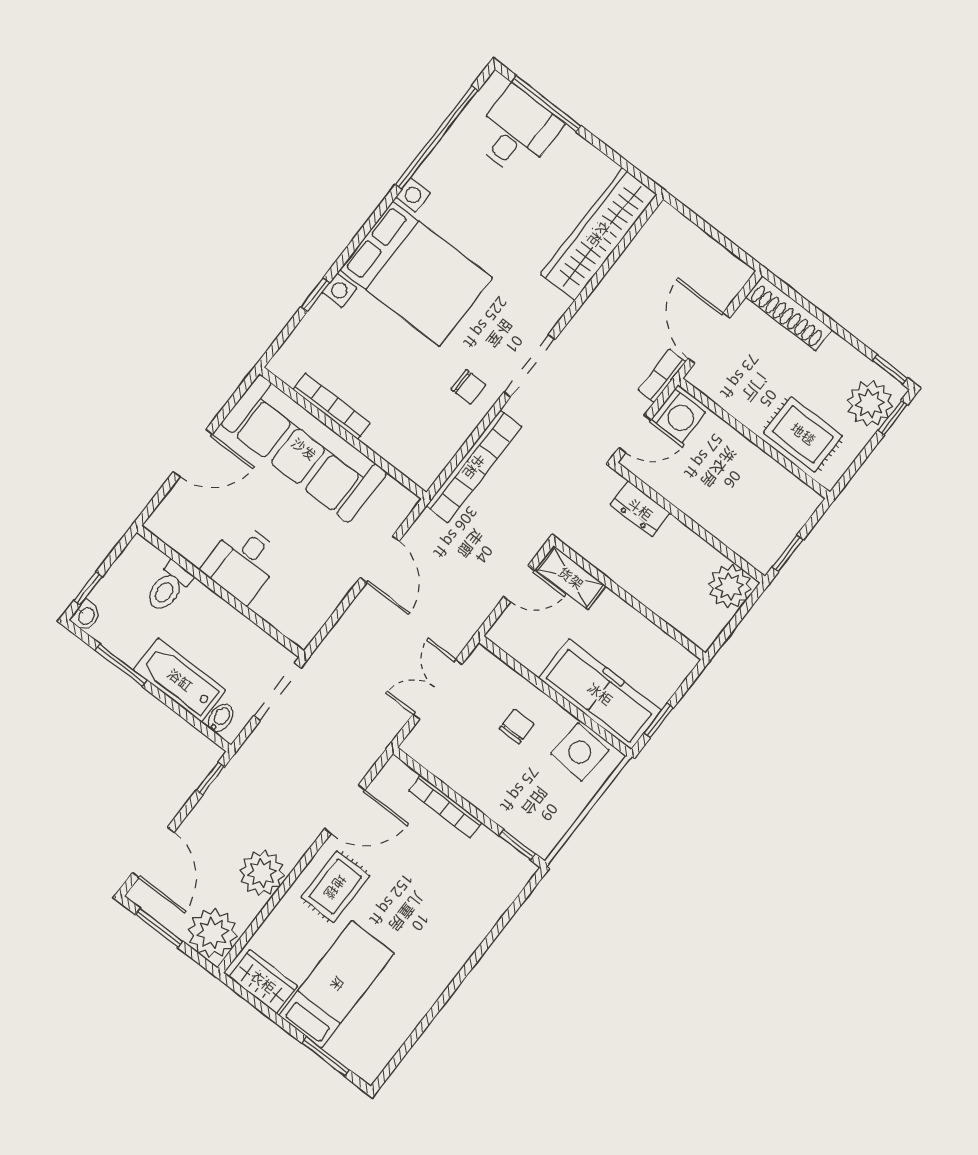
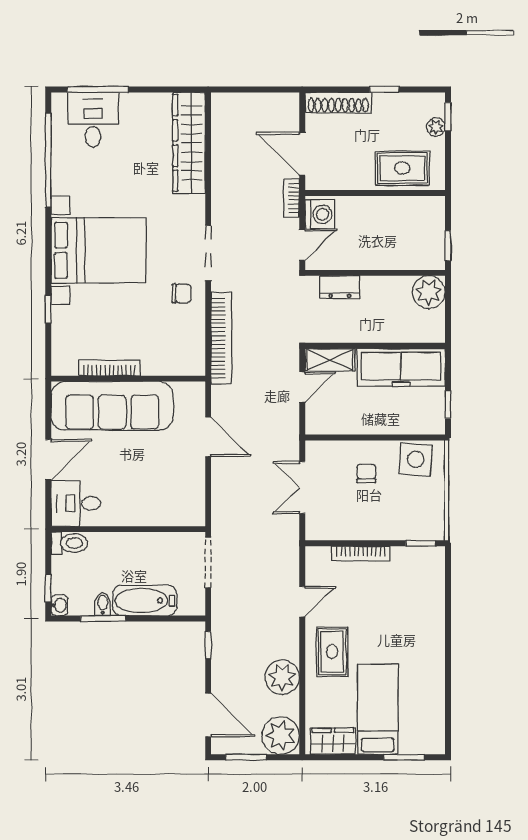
window: (890, 369) -> (384, 89), moved
plant: (870, 403) -> (436, 127), width x0.53, depth x0.53
desk: (242, 562) -> (76, 503), moved, turned 90
toilet: (168, 587) -> (69, 543), moved, turned -90
freezer: (600, 694) -> (401, 367), moved, turned 180
bidet: (221, 718) -> (103, 604), moved
door: (345, 809) -> (302, 602), width x0.73

